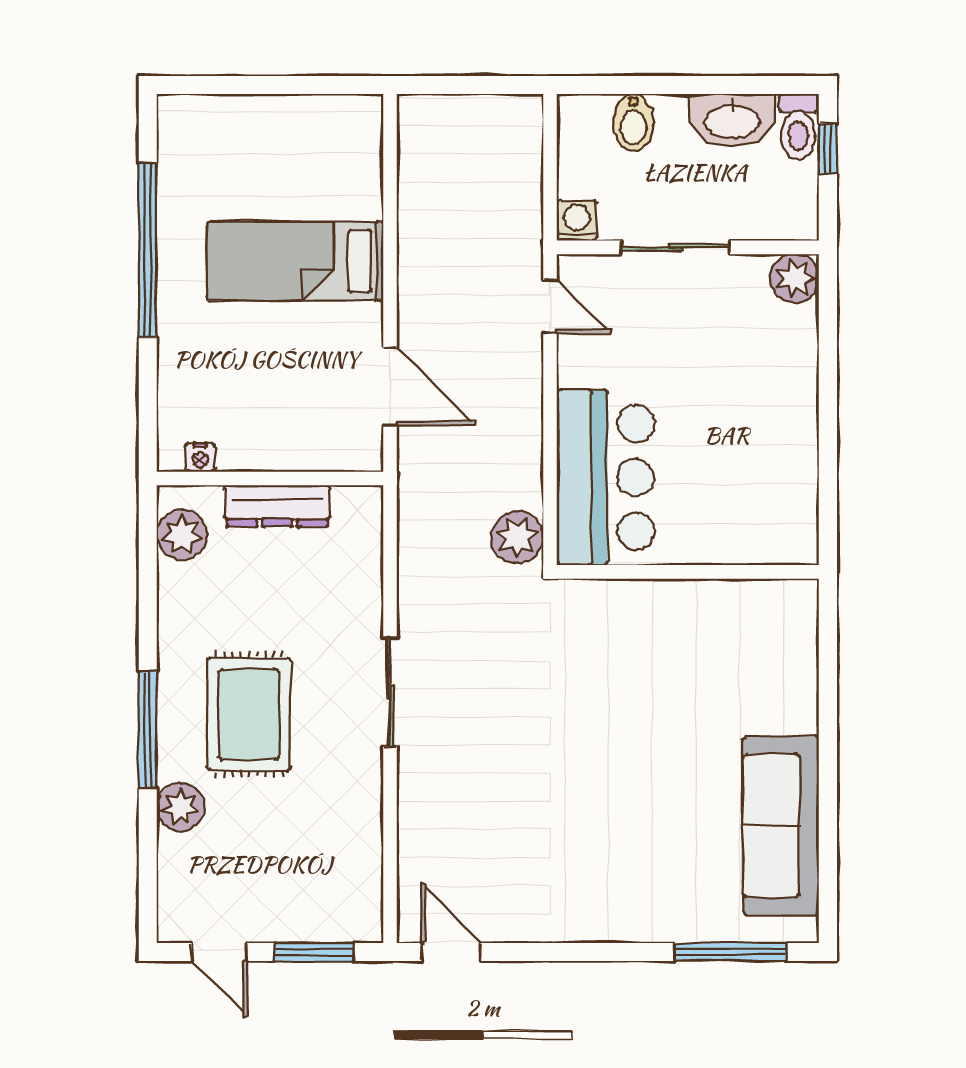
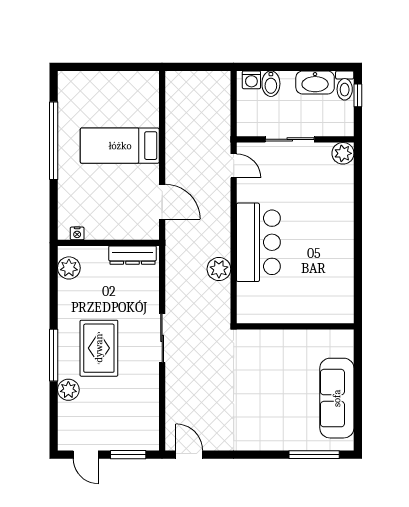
washing machine: (577, 221) -> (251, 80), moved, turned 180
dresser: (277, 506) -> (133, 255), moved
wall: (688, 572) -> (295, 326), moved

